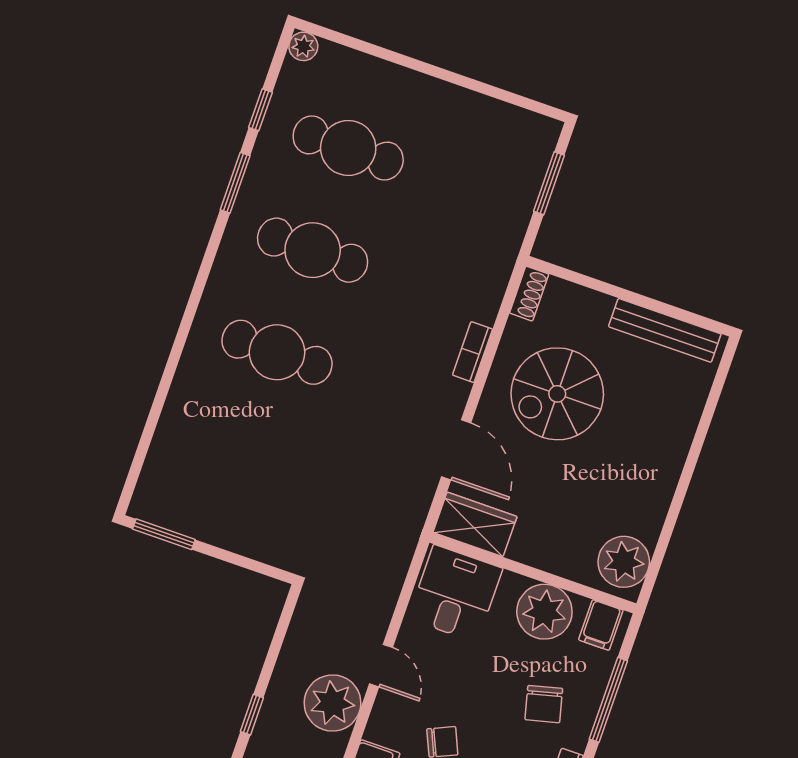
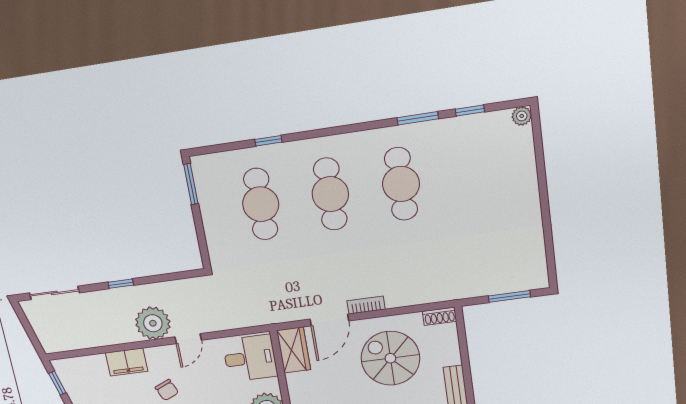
cafe table: (348, 148) -> (261, 204), moved
bookcase: (473, 352) -> (366, 305), moved
window: (161, 396) -> (268, 141), added

